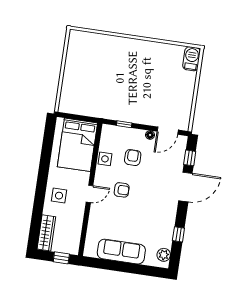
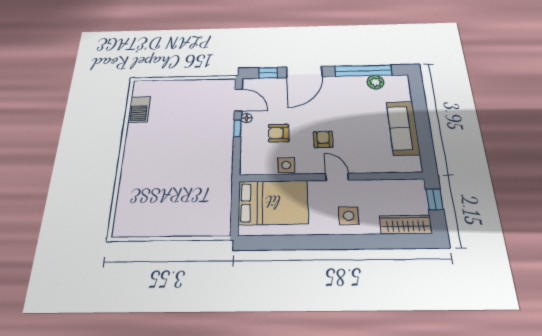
barbecue: (192, 59) -> (139, 109), moved, turned -90
window: (124, 124) -> (237, 128), moved
door: (185, 187) -> (304, 72), swing flipped
window: (178, 234) -> (363, 71), width x3.17
plant: (164, 255) -> (375, 82), moved

